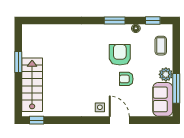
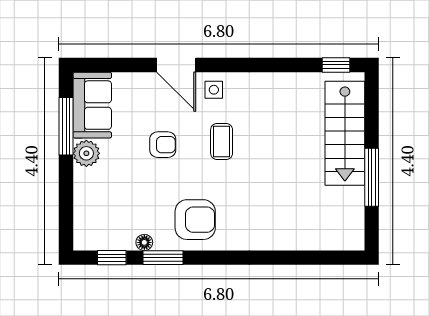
window: (115, 20) -> (163, 258), moved
coffee table: (161, 46) -> (222, 142), moved
armchair: (120, 55) -> (195, 220), moved, turned -90
window: (18, 62) -> (372, 177), width x1.44

